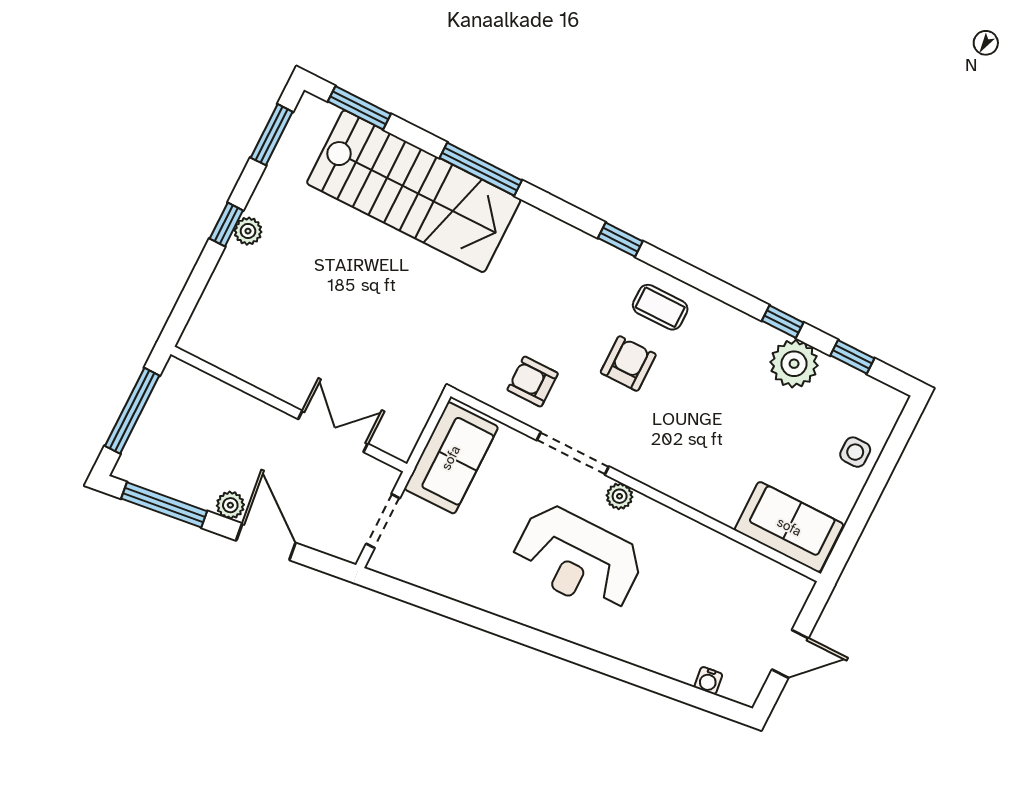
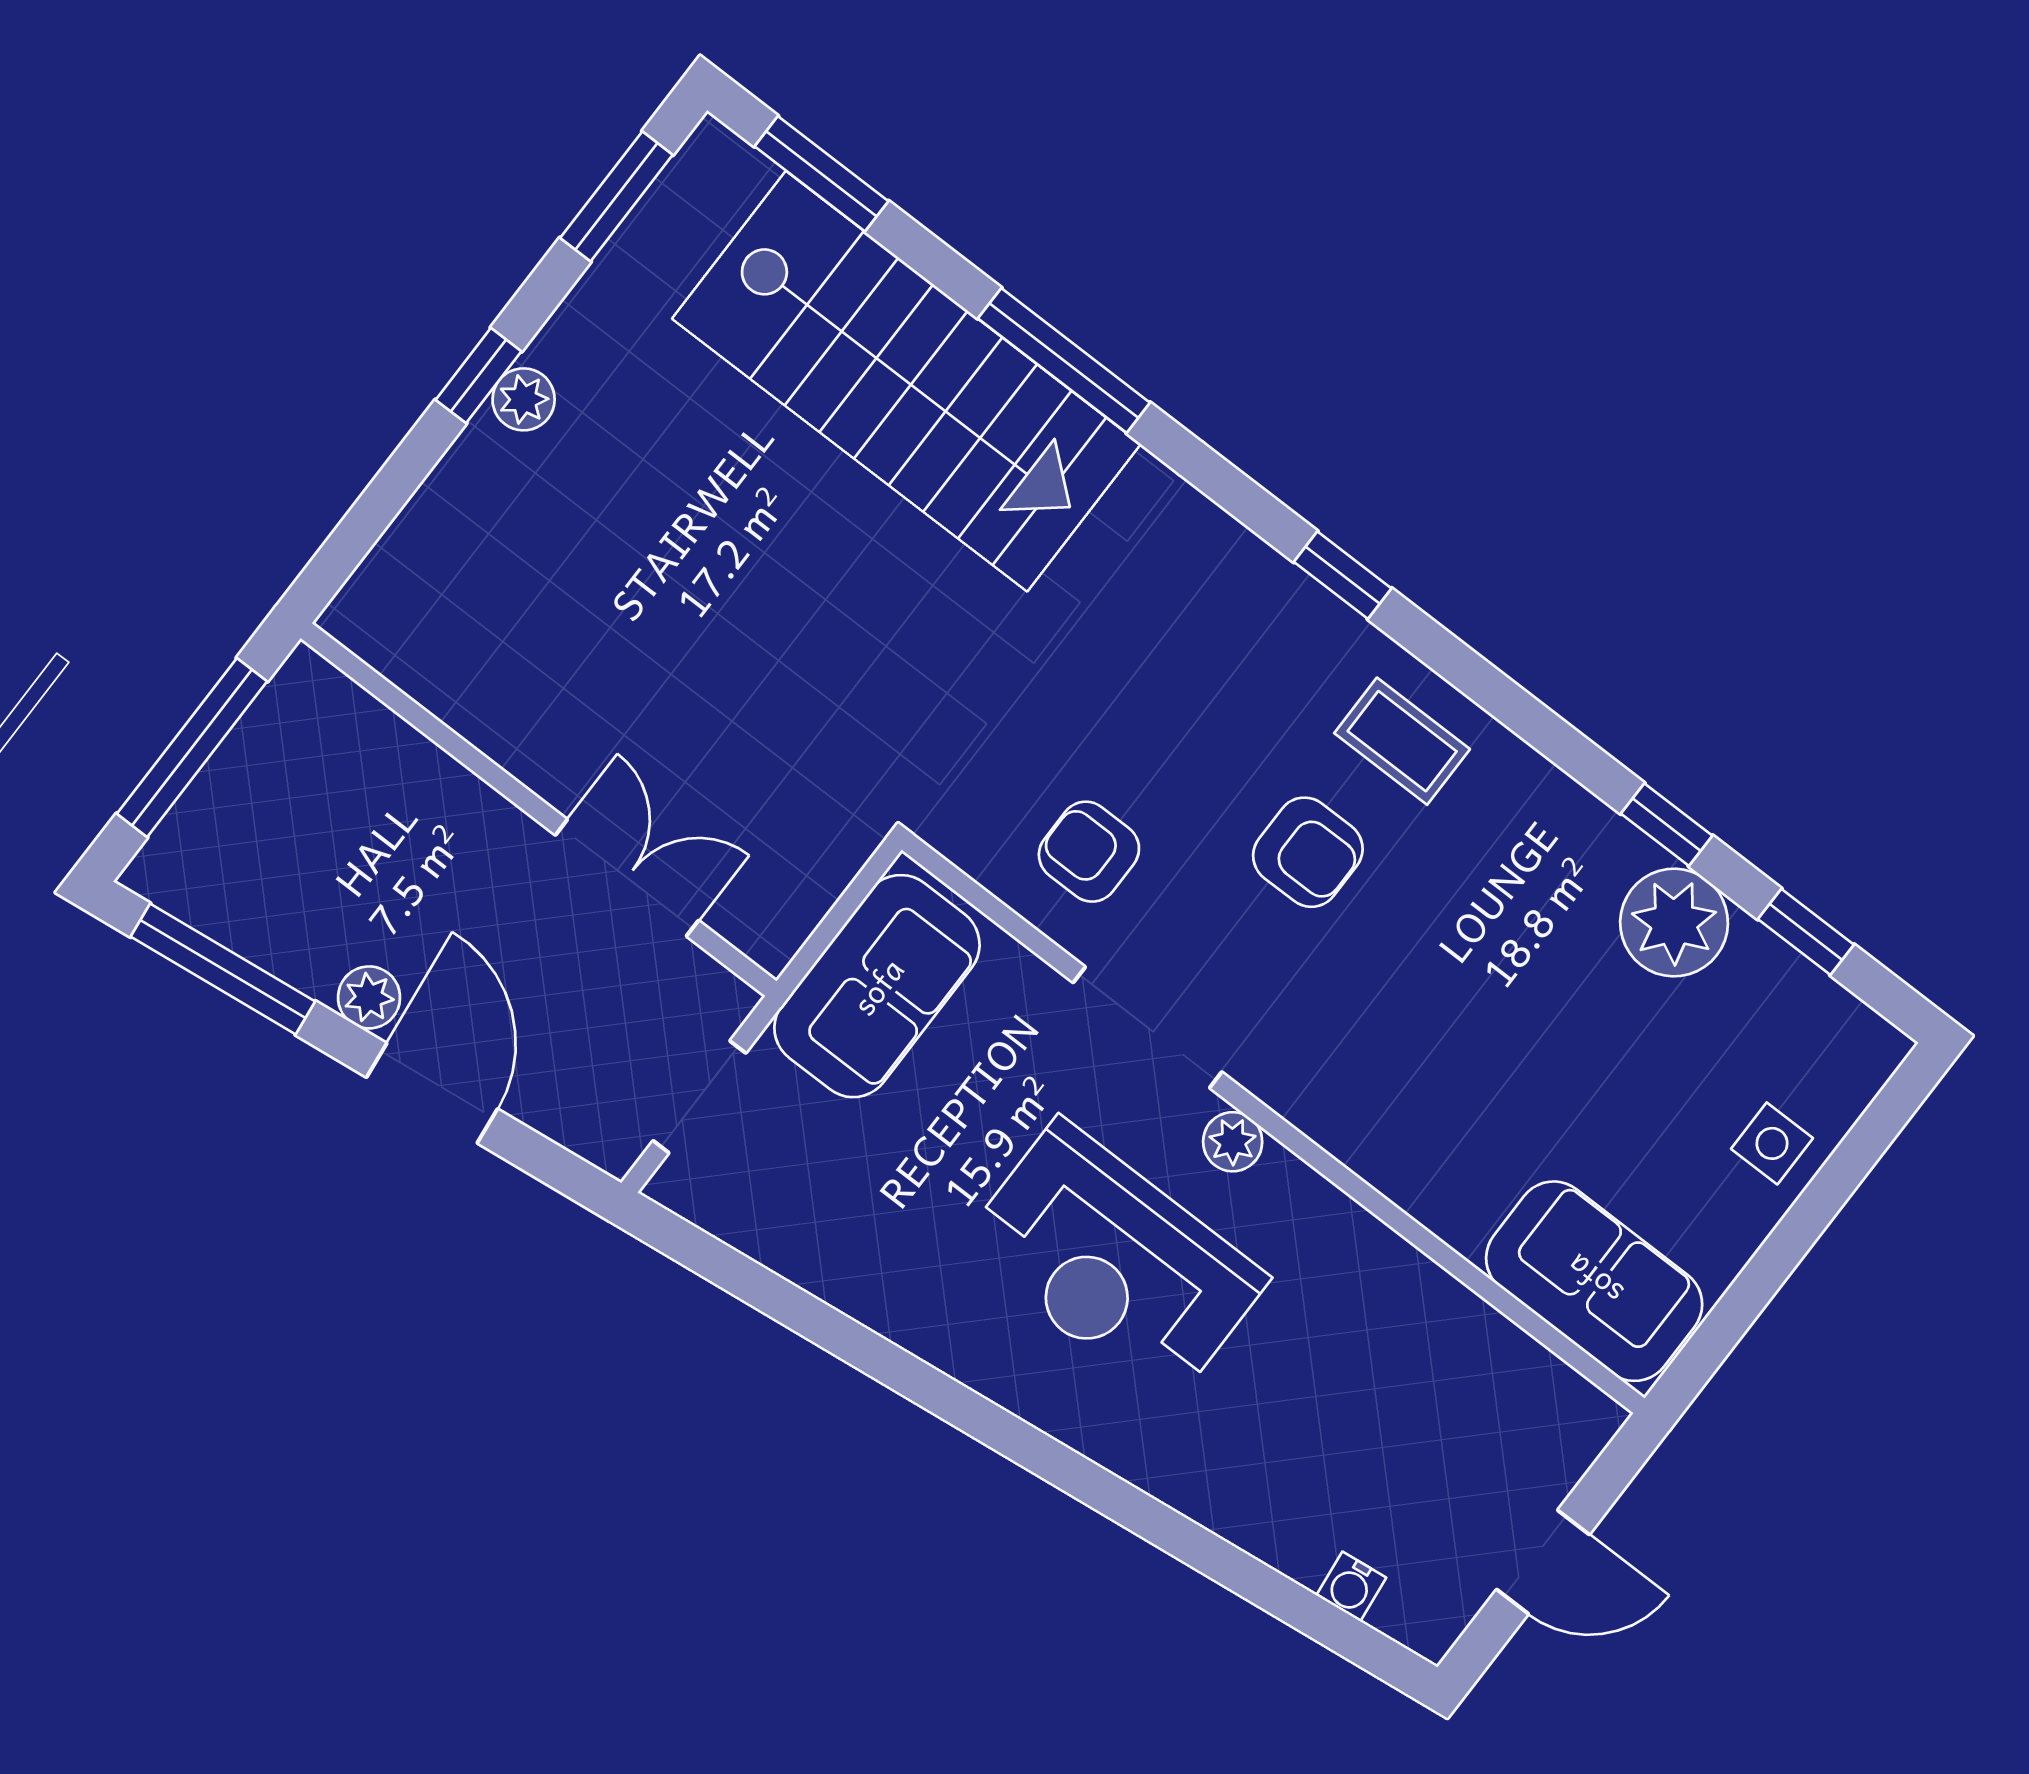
armchair: (628, 364) -> (1308, 852), turned 90

